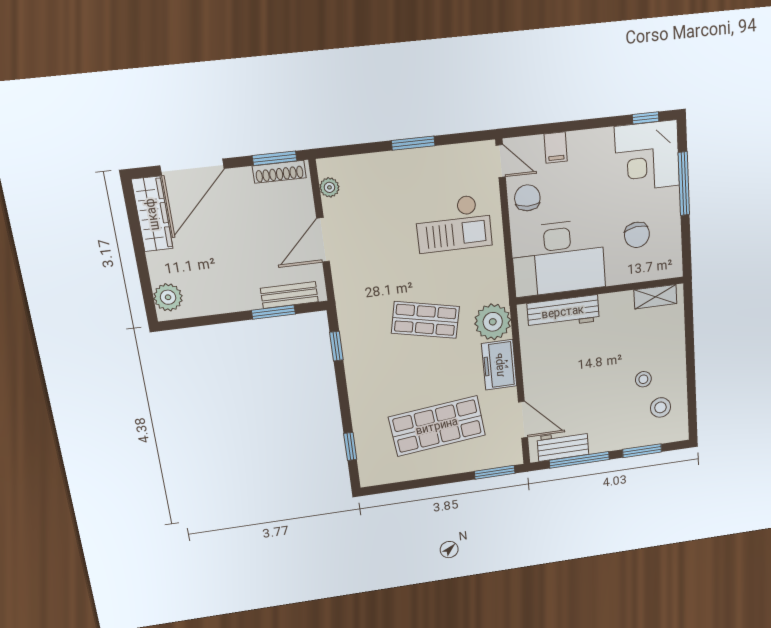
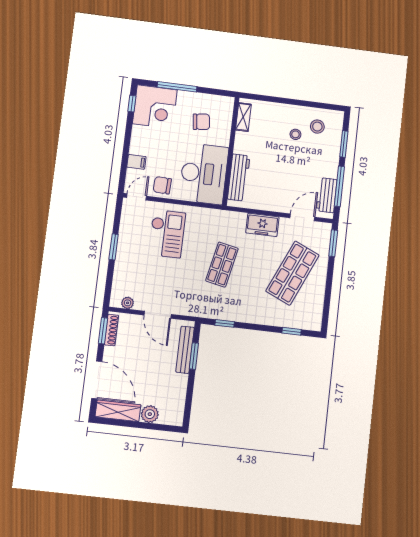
bench: (289, 295) -> (185, 350), width x1.36
plant: (168, 297) -> (150, 414), moved
plant: (493, 322) -> (234, 223), removed
shop shelf: (437, 426) -> (292, 273), turned 30

